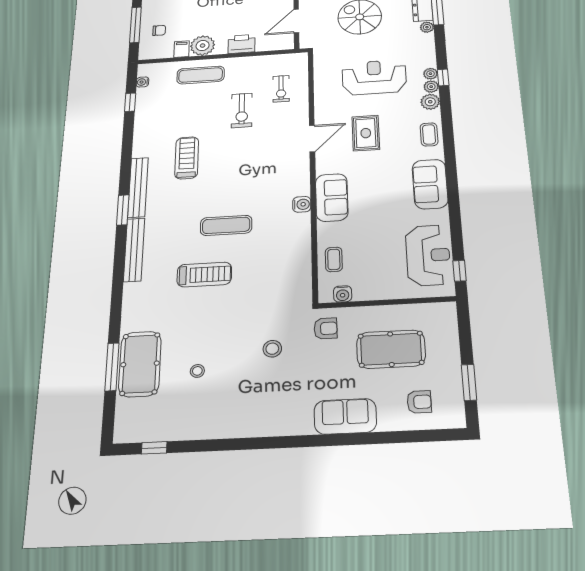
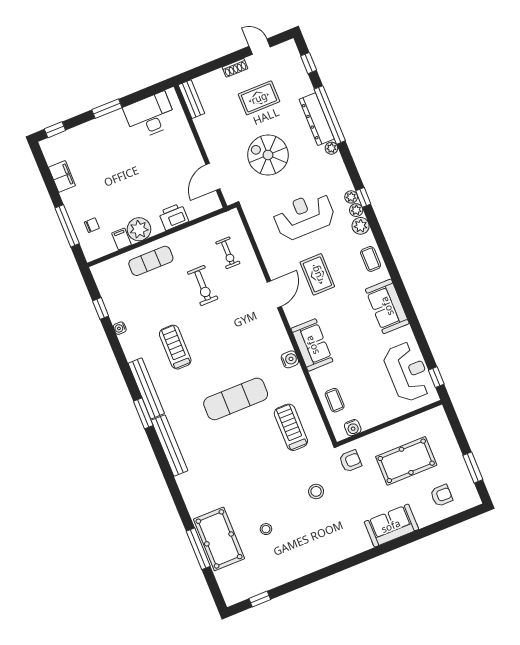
water cooler: (142, 82) -> (120, 328), moved
exercise mat: (226, 225) -> (236, 399), width x1.36, depth x1.45
treadmill: (204, 274) -> (291, 427), moved, turned -90

